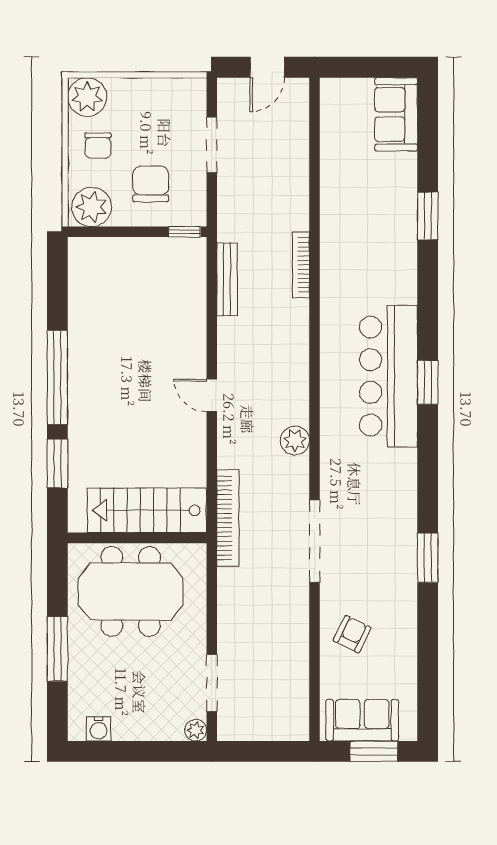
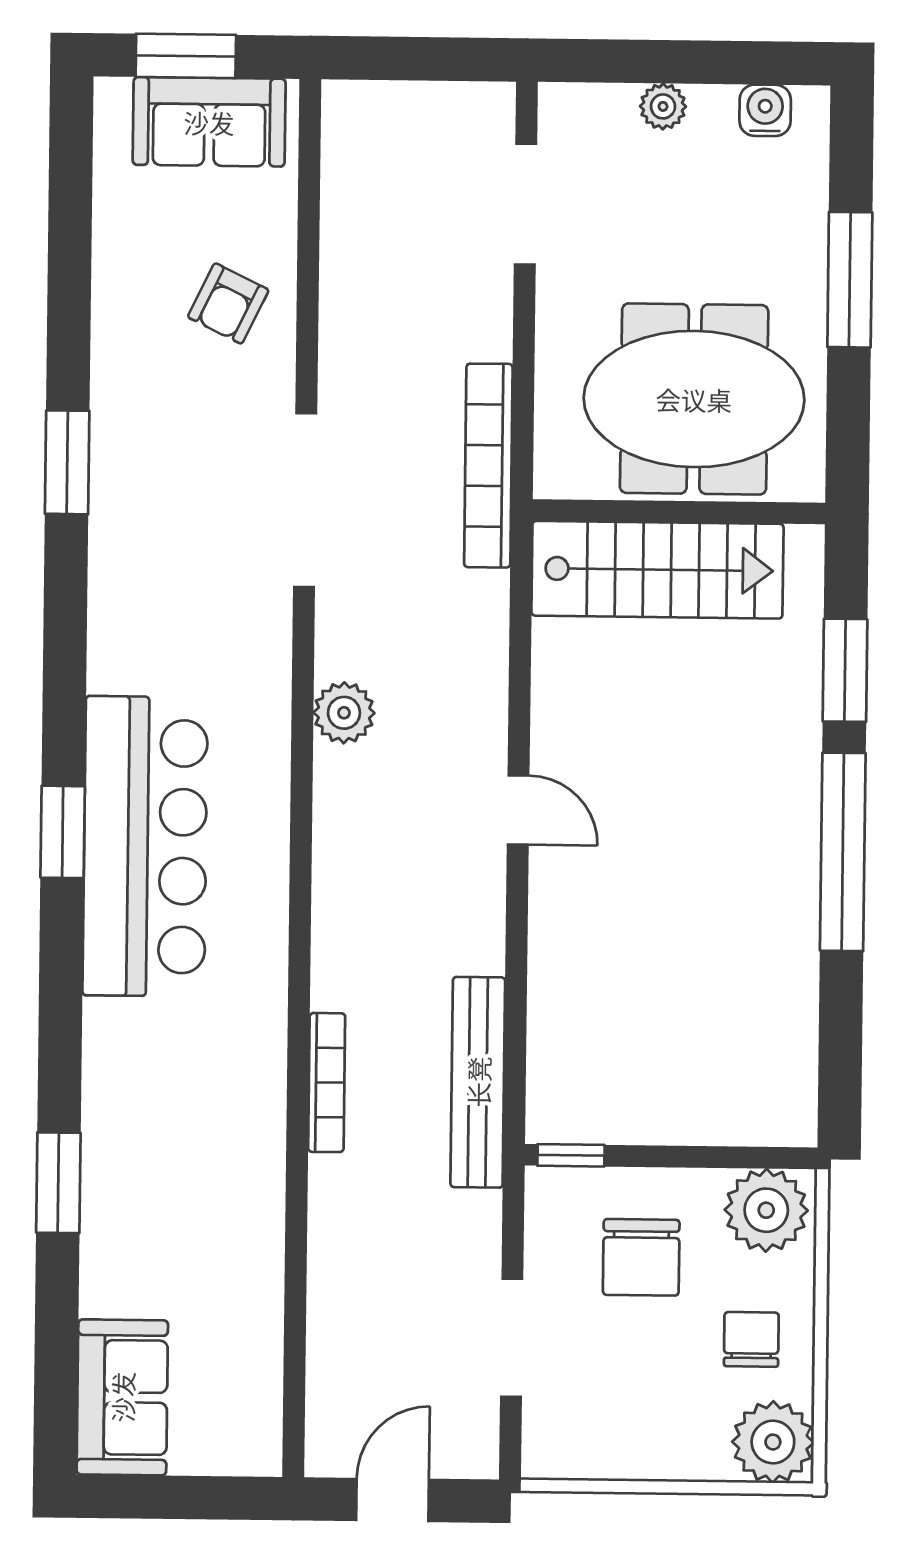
bench: (227, 279) -> (478, 1082), width x1.37, depth x1.21
bookcase: (228, 518) -> (488, 466), moved
plant: (196, 730) -> (663, 106), moved

